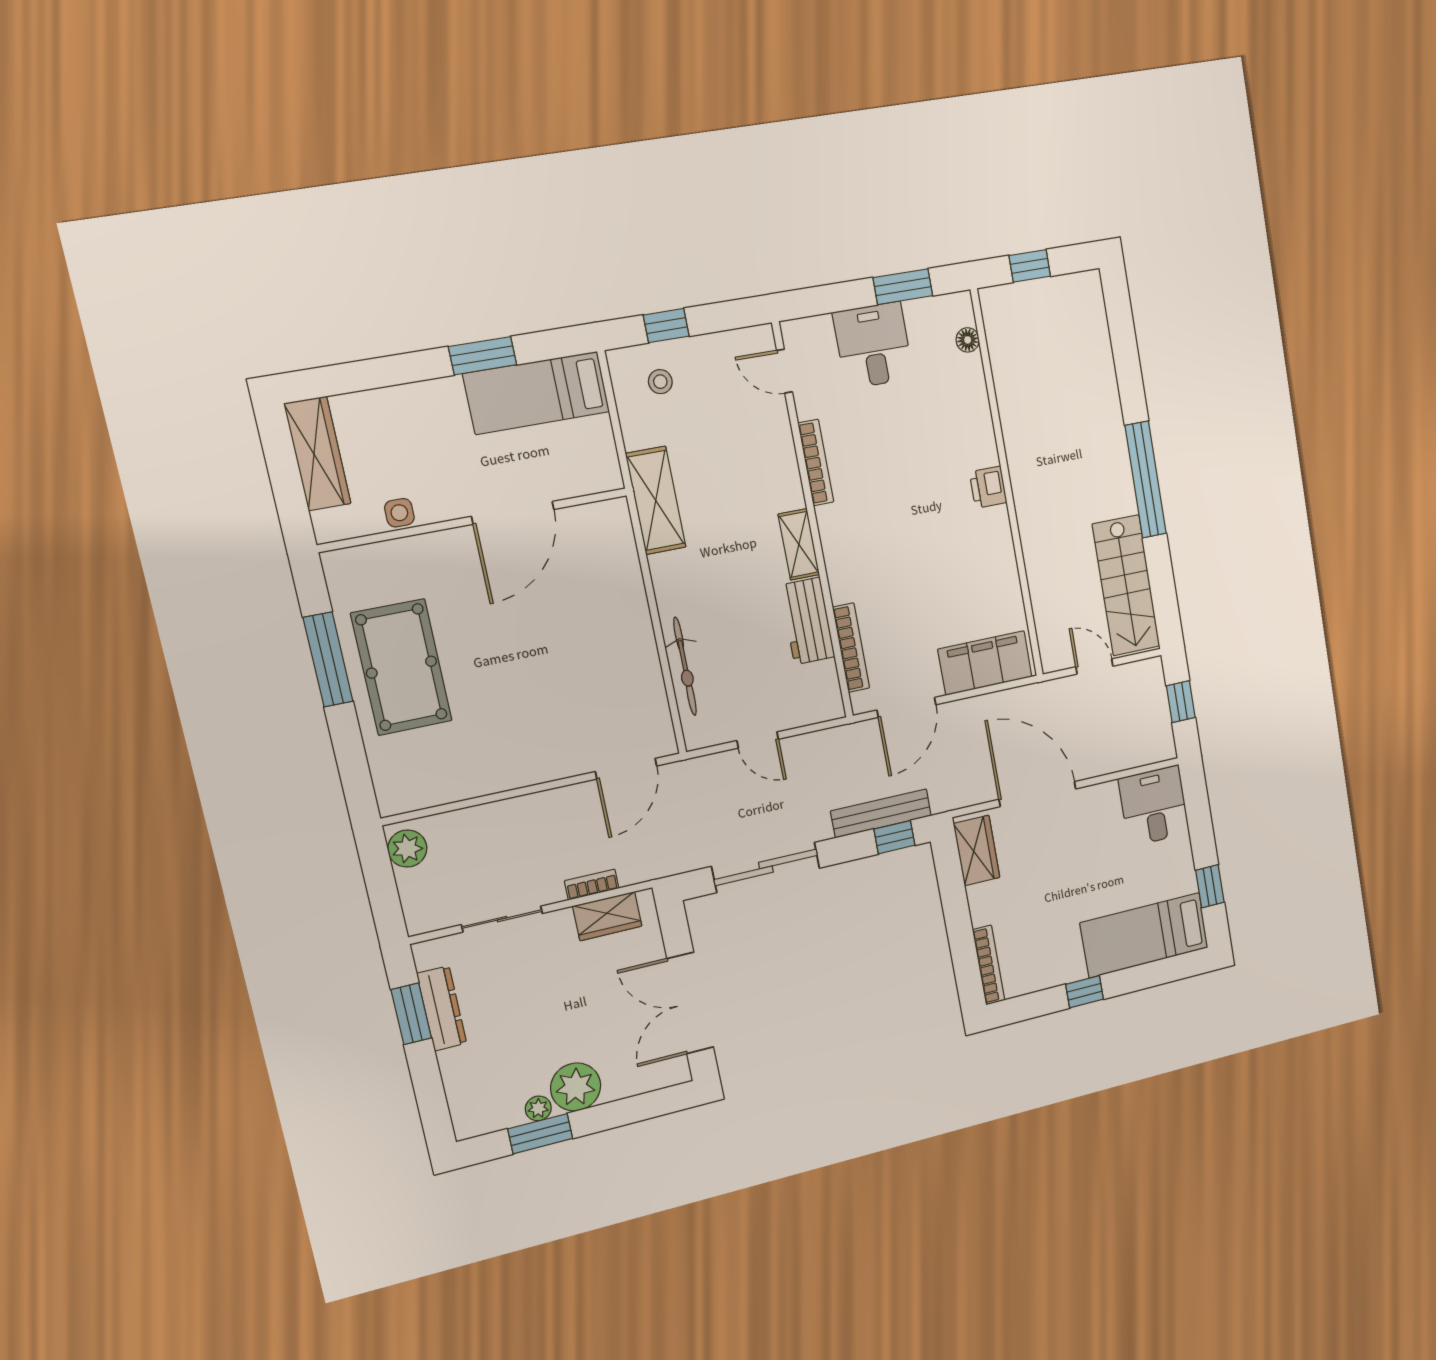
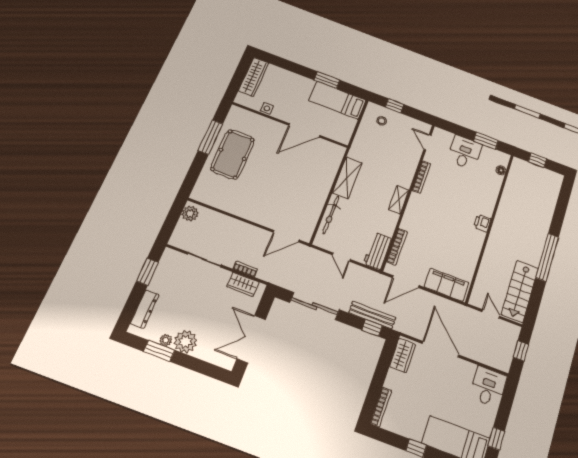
shelving: (656, 500) -> (347, 178), moved
workbench: (807, 621) -> (377, 251), moved
dresser: (442, 1008) -> (145, 309), moved

